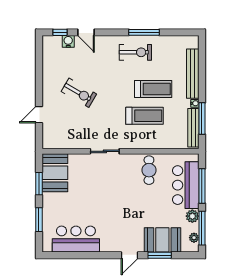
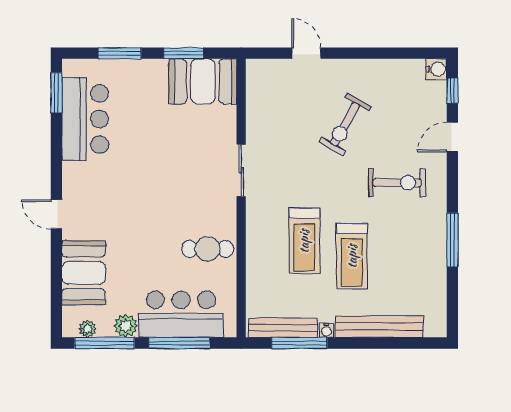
water cooler: (68, 41) -> (436, 69), moved
exercise bike: (135, 52) -> (397, 183), moved, turned -90
window: (160, 255) -> (56, 93), moved

